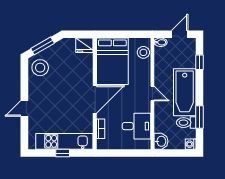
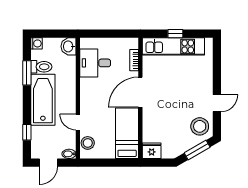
bed: (112, 61) -> (127, 133), width x0.67
door: (152, 94) -> (78, 122), moved
door: (24, 108) -> (217, 103), moved

